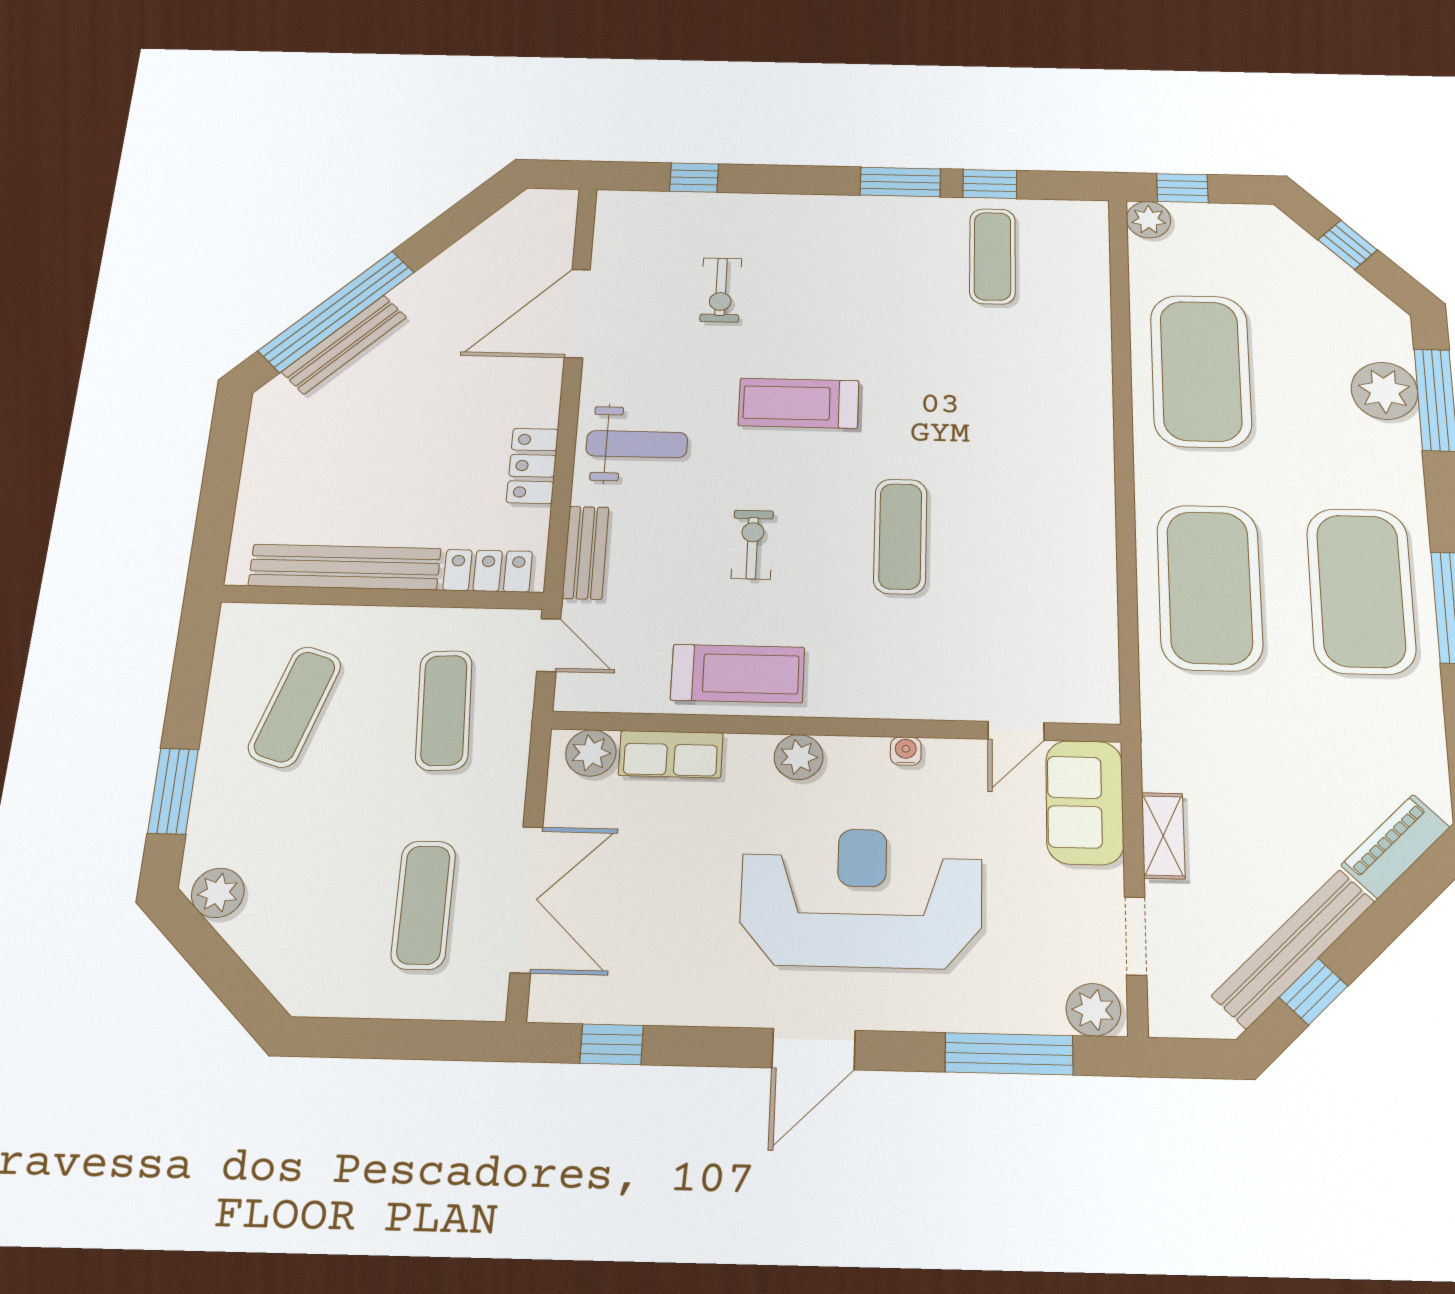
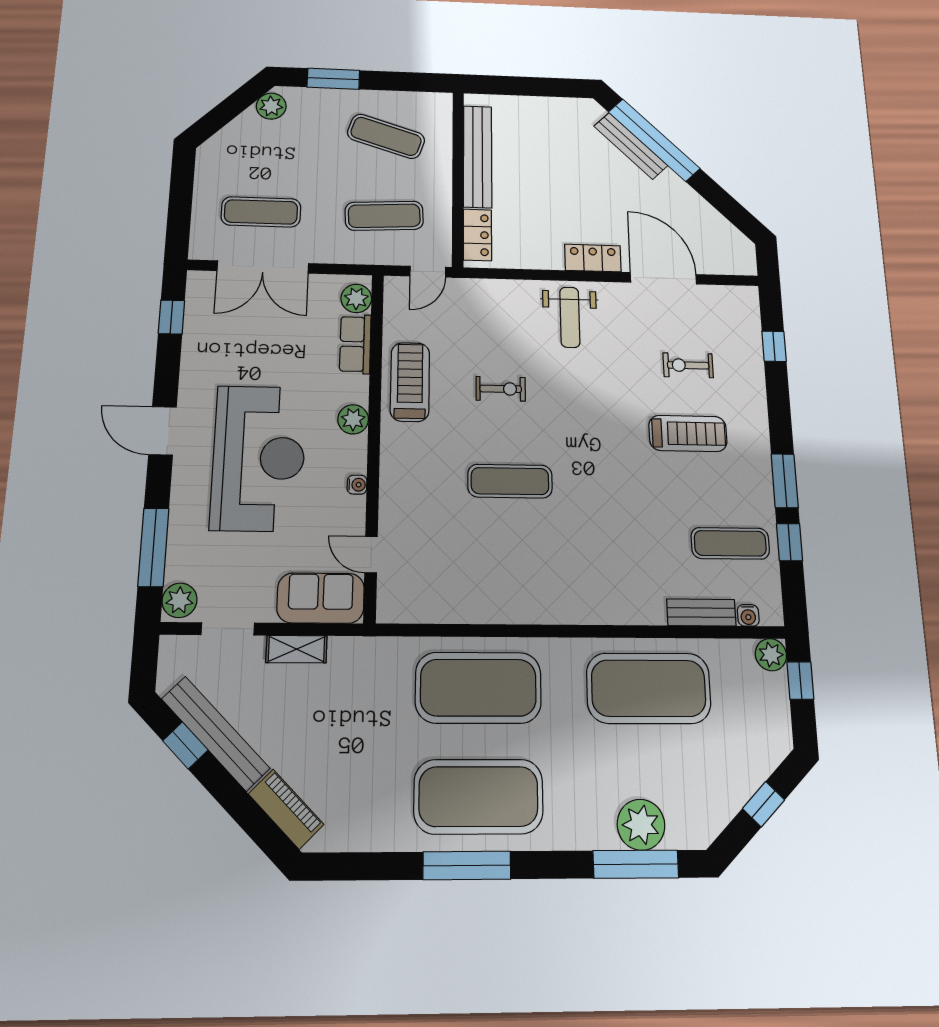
water cooler: (1095, 242) -> (748, 615), added
treadmill: (799, 403) -> (688, 433), moved, turned 90
locker: (532, 466) -> (593, 258), moved
bench: (586, 553) -> (701, 613), moved
treadmill: (738, 674) -> (410, 382), turned 180

